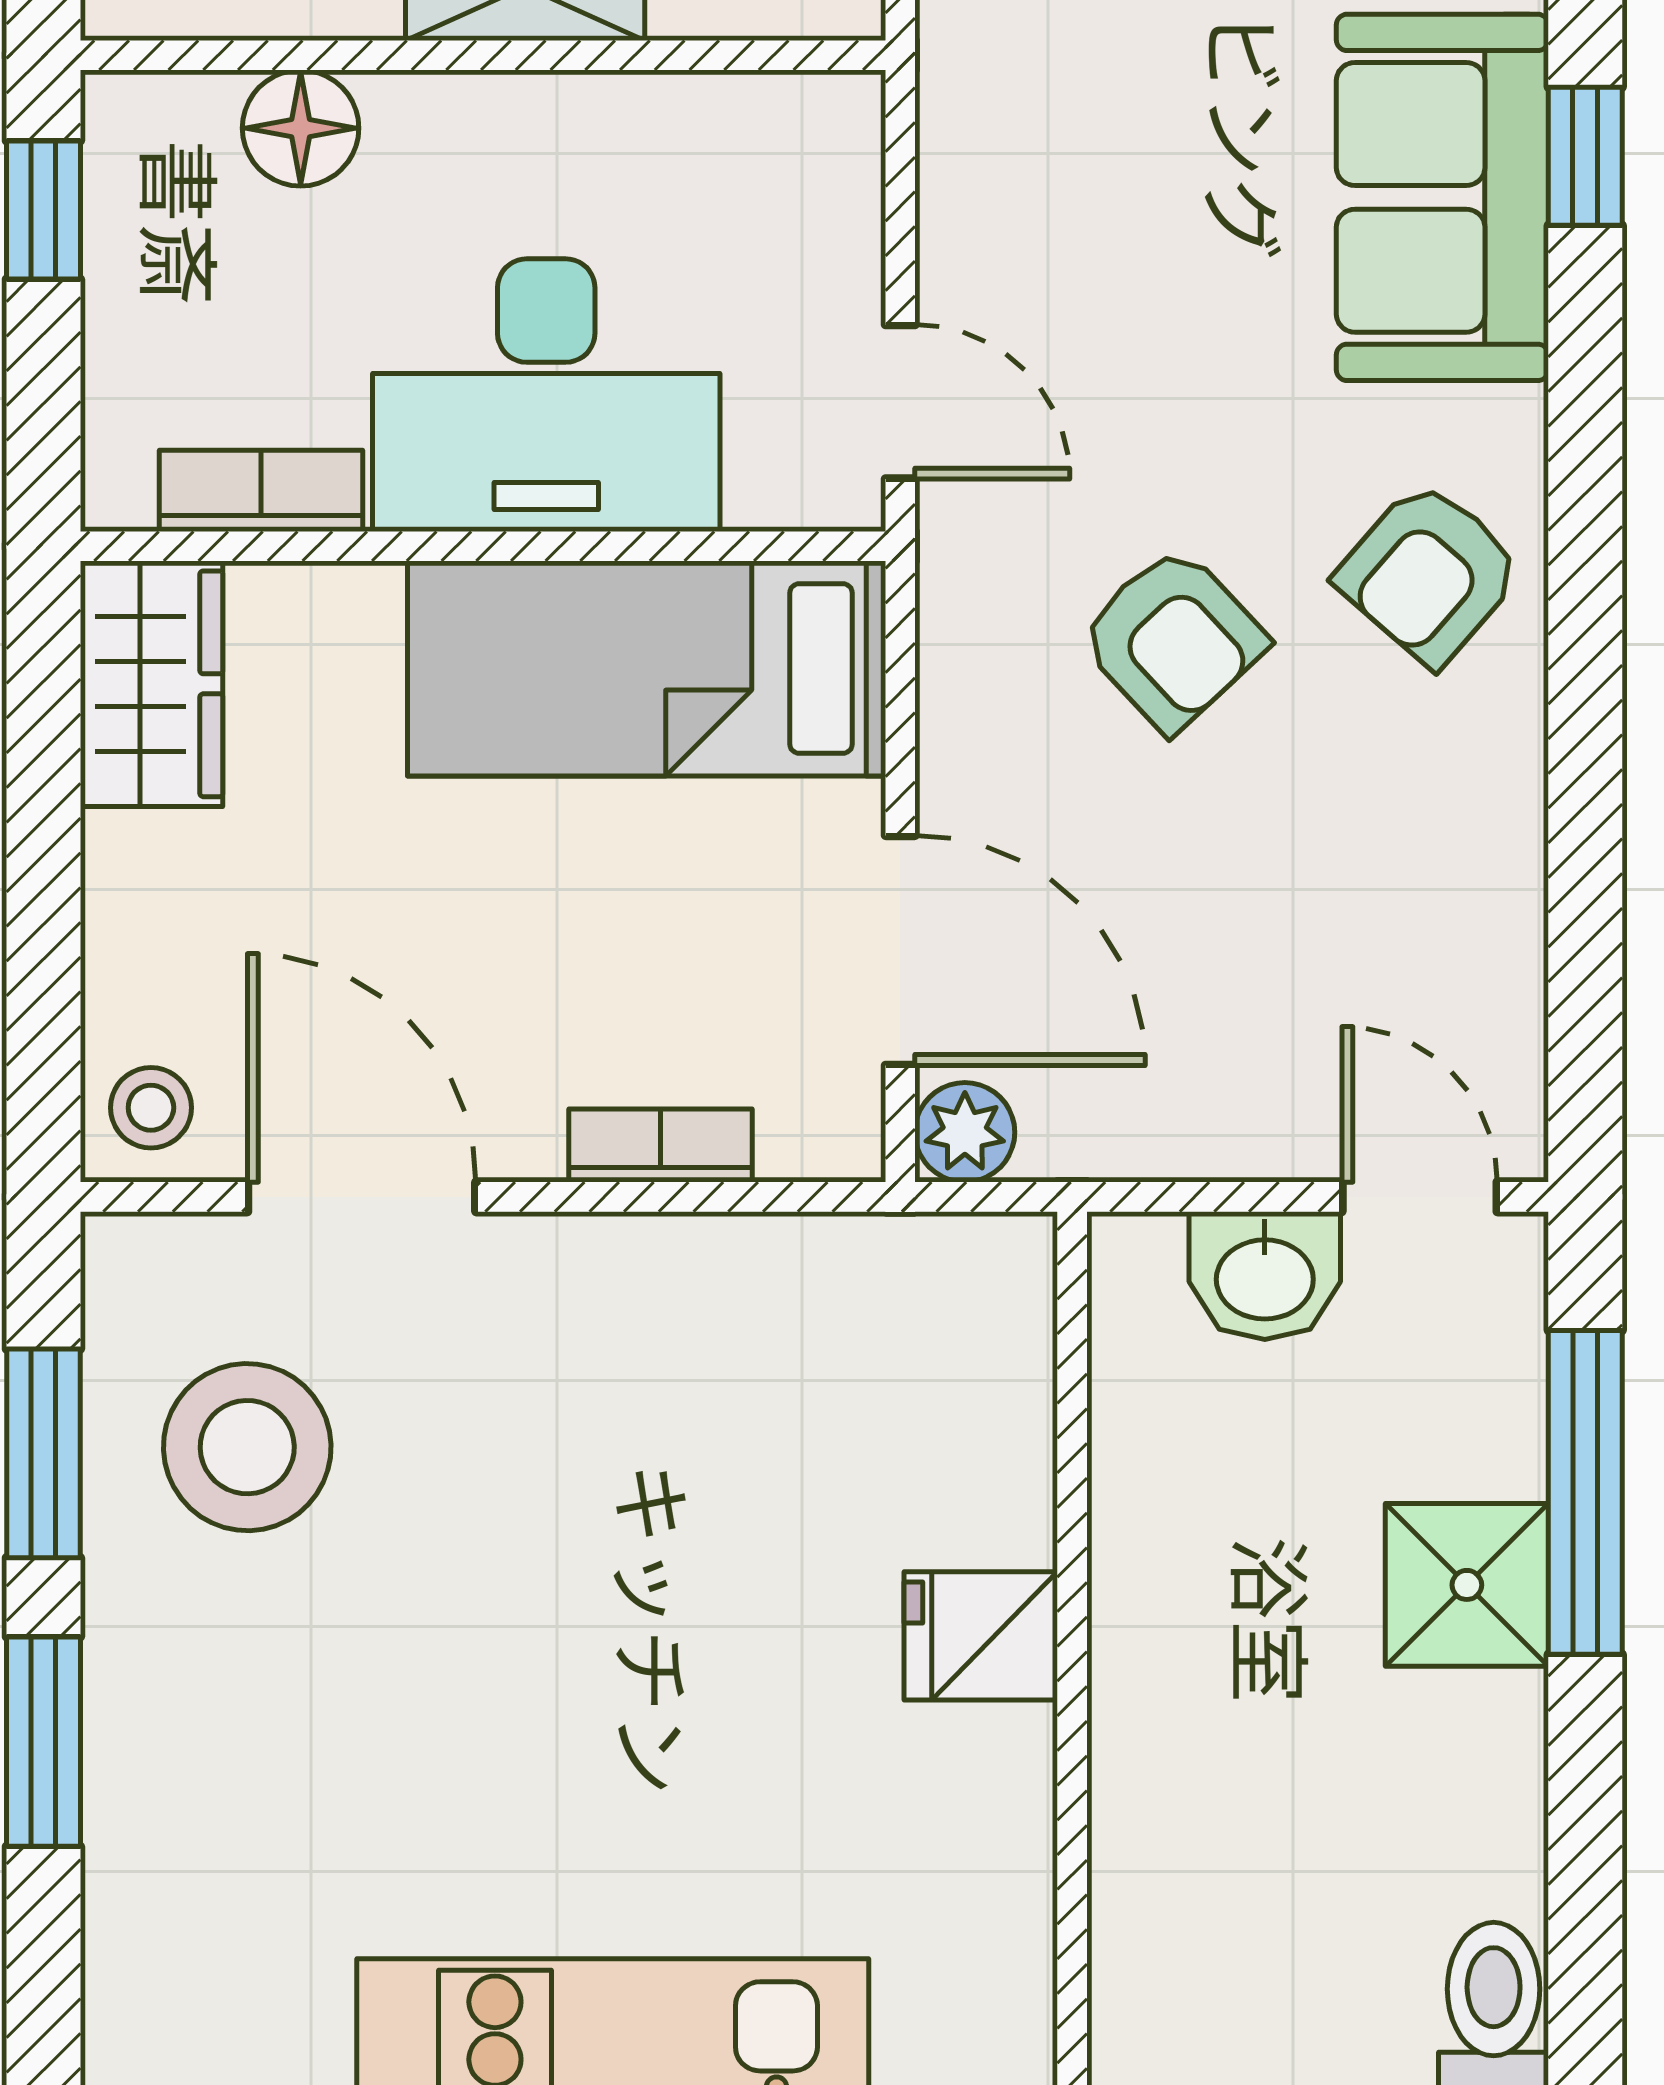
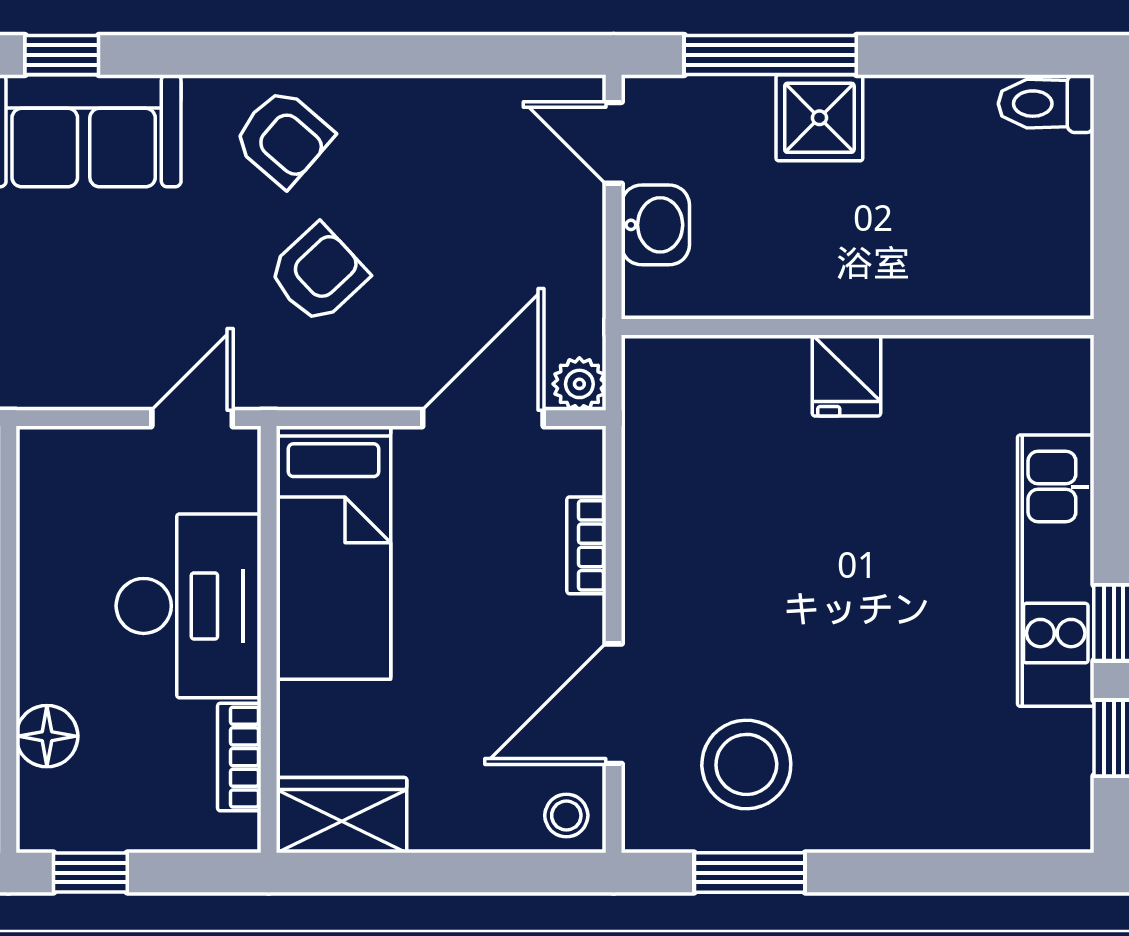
door: (1420, 1197) -> (614, 143), hinge flipped
window: (43, 1742) -> (902, 873), removed

